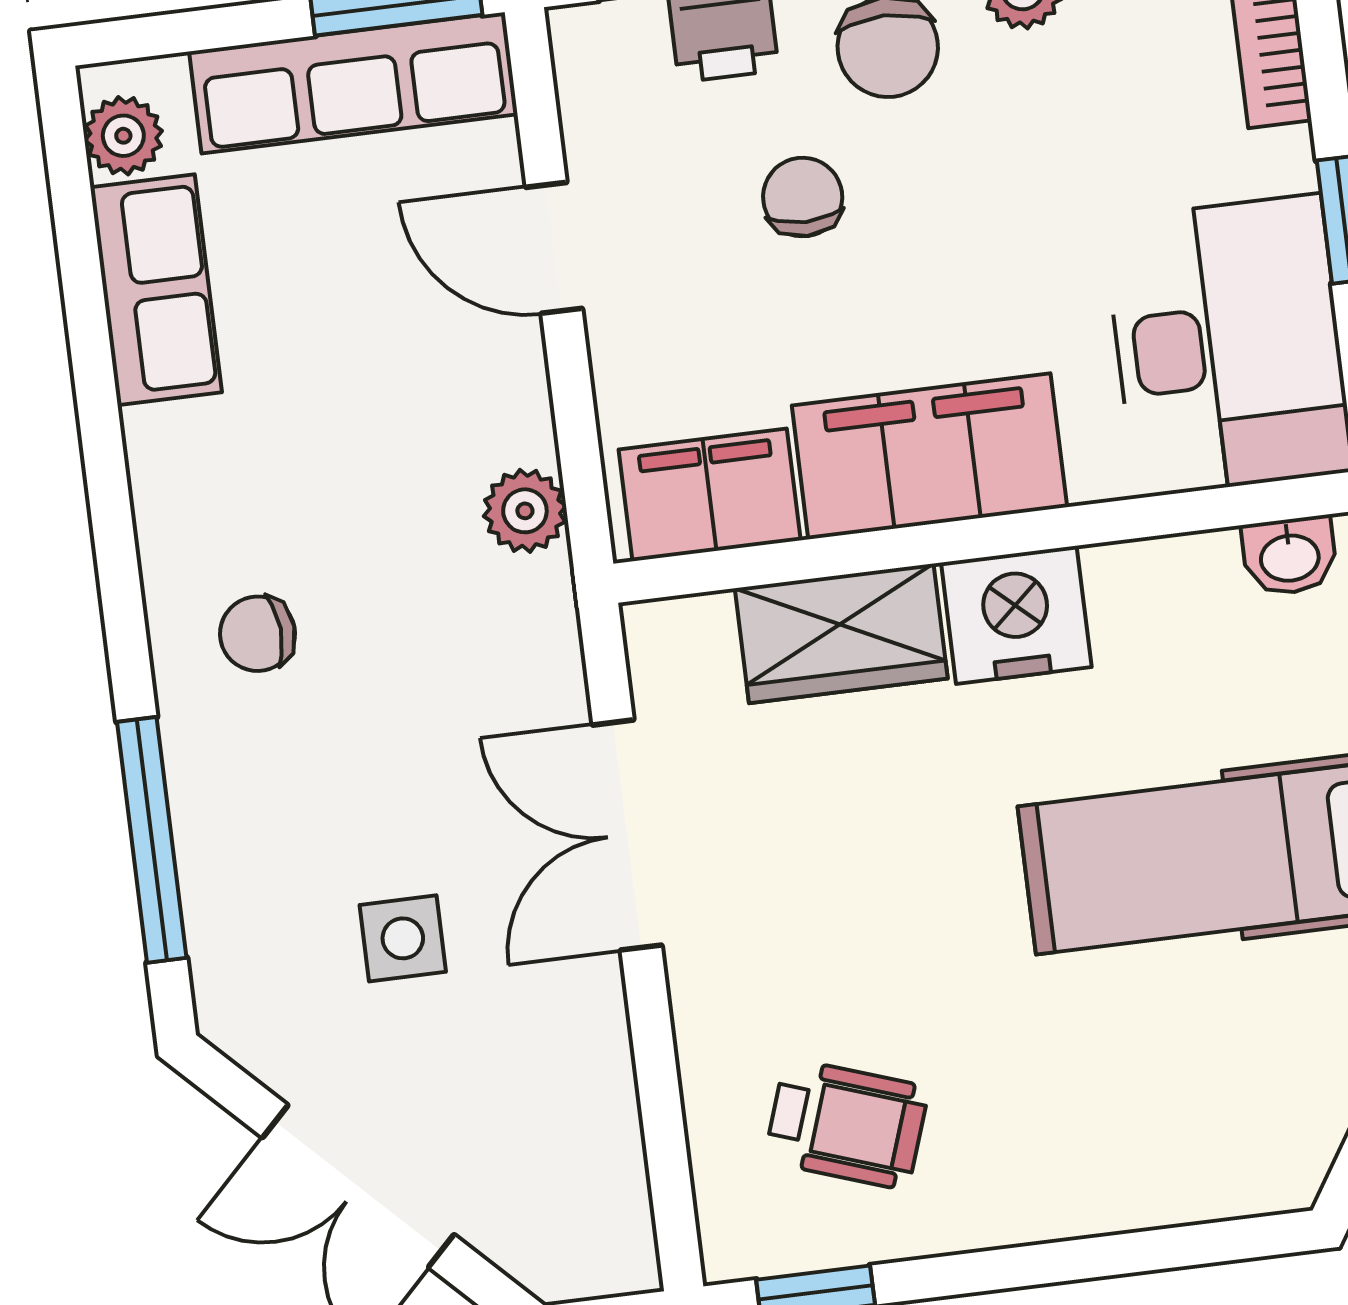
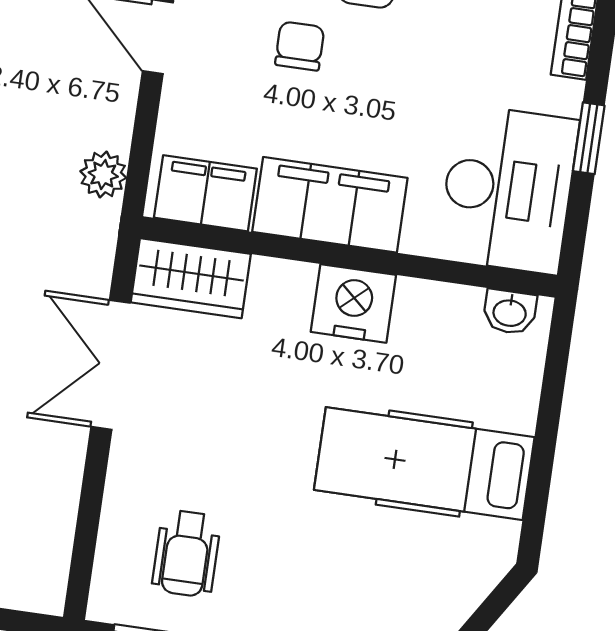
wardrobe: (841, 633) -> (191, 278), moved
wheelchair: (847, 1124) -> (186, 553), turned 71

